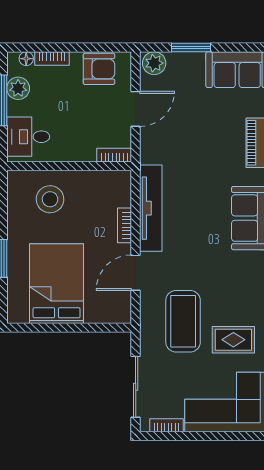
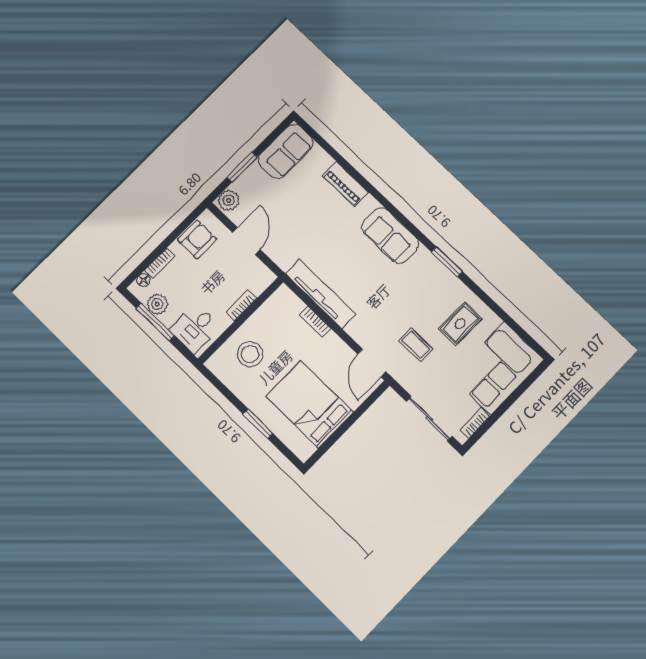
bookcase: (114, 155) -> (241, 305), moved
door: (136, 273) -> (372, 363), moved
coffee table: (183, 321) -> (416, 345), width x0.54, depth x0.58

